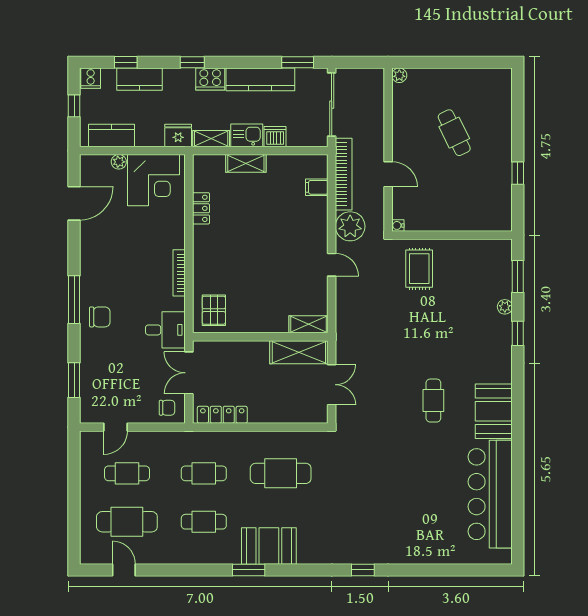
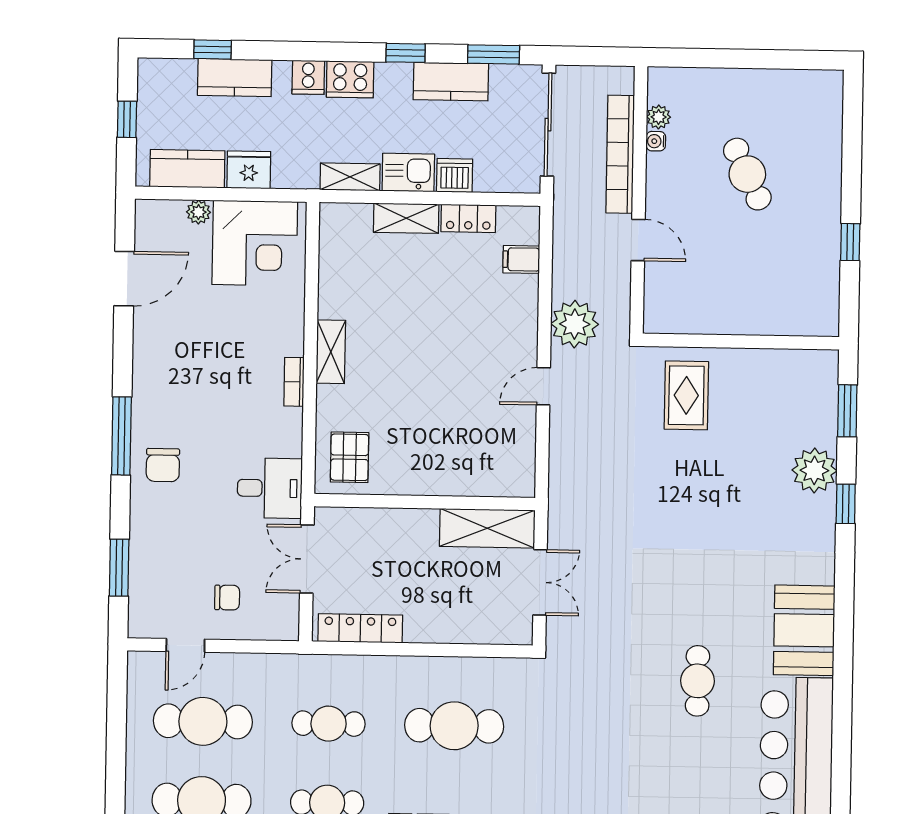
window: (192, 62) -> (406, 53), moved
plant: (399, 75) -> (659, 117), moved
cooker: (91, 78) -> (308, 77), moved
kitchen counter: (260, 79) -> (451, 82), width x0.67
fridge: (178, 135) -> (249, 170), moved
bookcase: (344, 174) -> (620, 154), moved, turned 180
locker: (201, 208) -> (468, 218), moved, turned 90
water cooler: (398, 225) -> (656, 141), moved
door: (332, 265) -> (543, 386), swing flipped
bookcase: (179, 273) -> (294, 382), width x0.64
plant: (505, 307) -> (814, 470), width x1.87, depth x1.87
chair: (100, 317) -> (163, 465), turned 90
shelving: (309, 324) -> (331, 352), moved, turned 90
cafe table: (433, 401) -> (698, 681), moved
chair: (167, 408) -> (227, 598), moved
cafe table: (127, 473) -> (203, 721), width x1.37, depth x1.35

